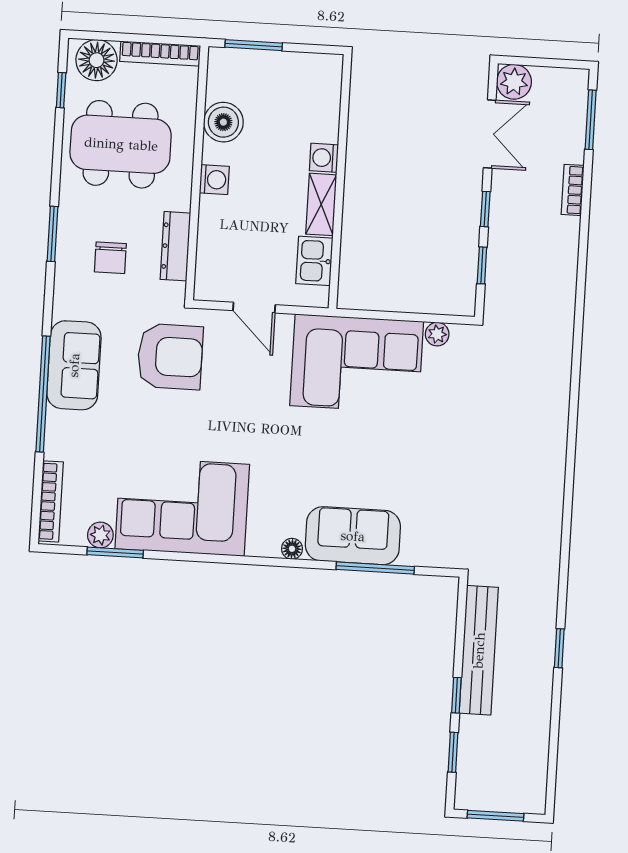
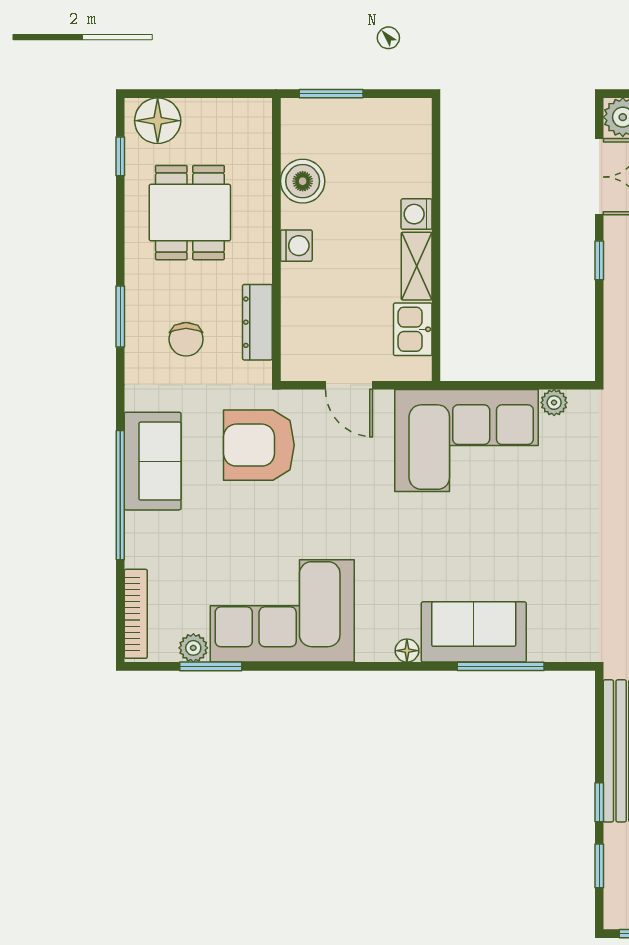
bookcase: (160, 54) -> (228, 109), removed
dining table: (121, 144) -> (190, 213), width x0.73
window: (482, 265) -> (599, 323), removed
armchair: (170, 357) -> (259, 445), turned 180

